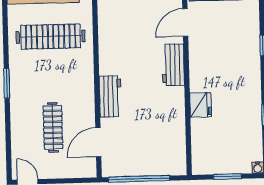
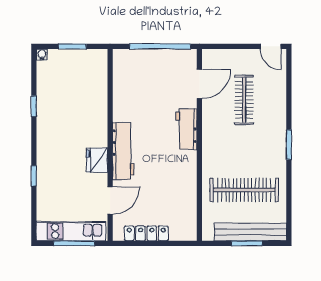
workbench: (173, 65) -> (123, 151), width x1.38
fridge: (201, 105) -> (97, 160), moved

